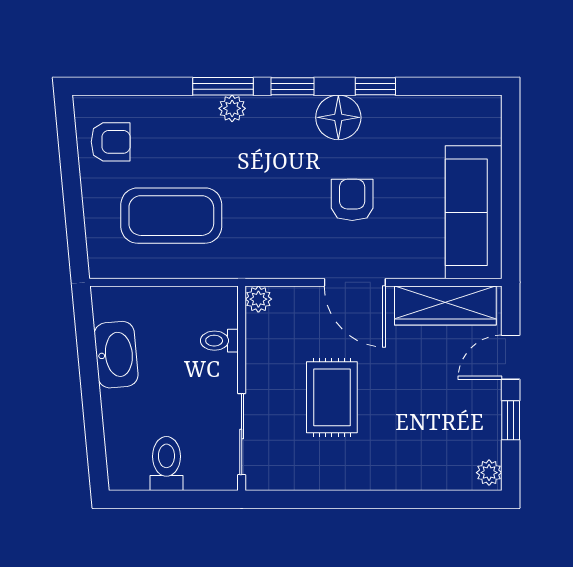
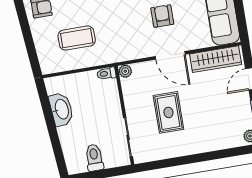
coffee table: (171, 216) -> (77, 38), width x0.73, depth x0.76
toilet: (219, 341) -> (106, 73), moved

